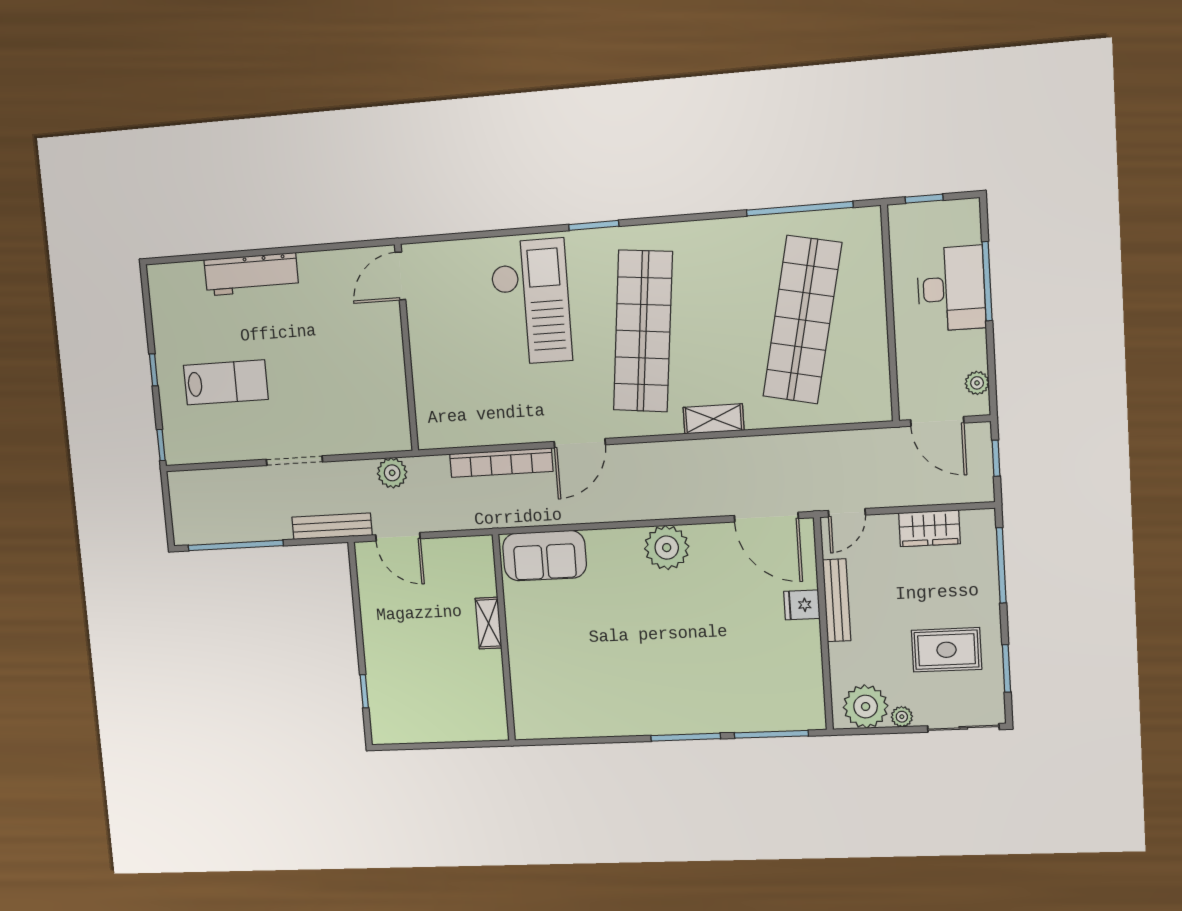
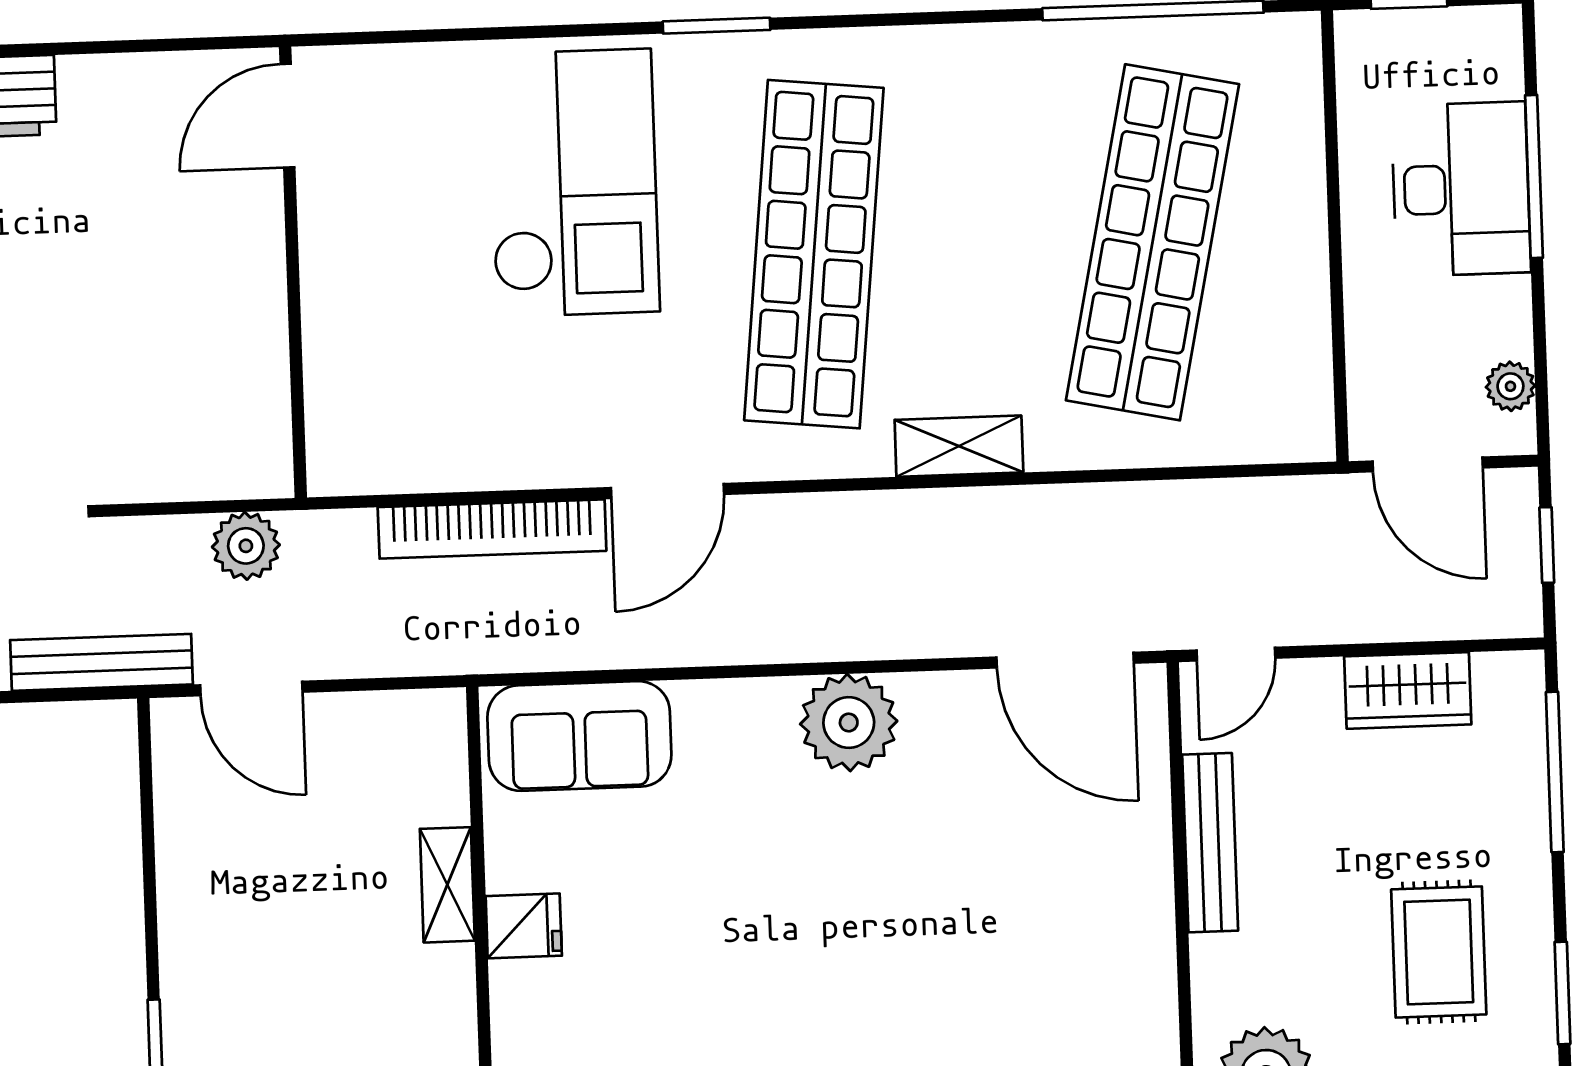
fridge: (802, 605) -> (524, 926), moved, turned 180
rug: (946, 650) -> (1439, 952), turned 90

